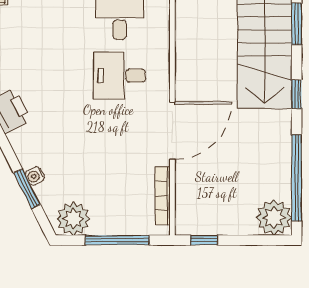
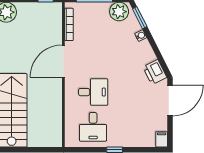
window: (27, 189) -> (140, 18), moved

